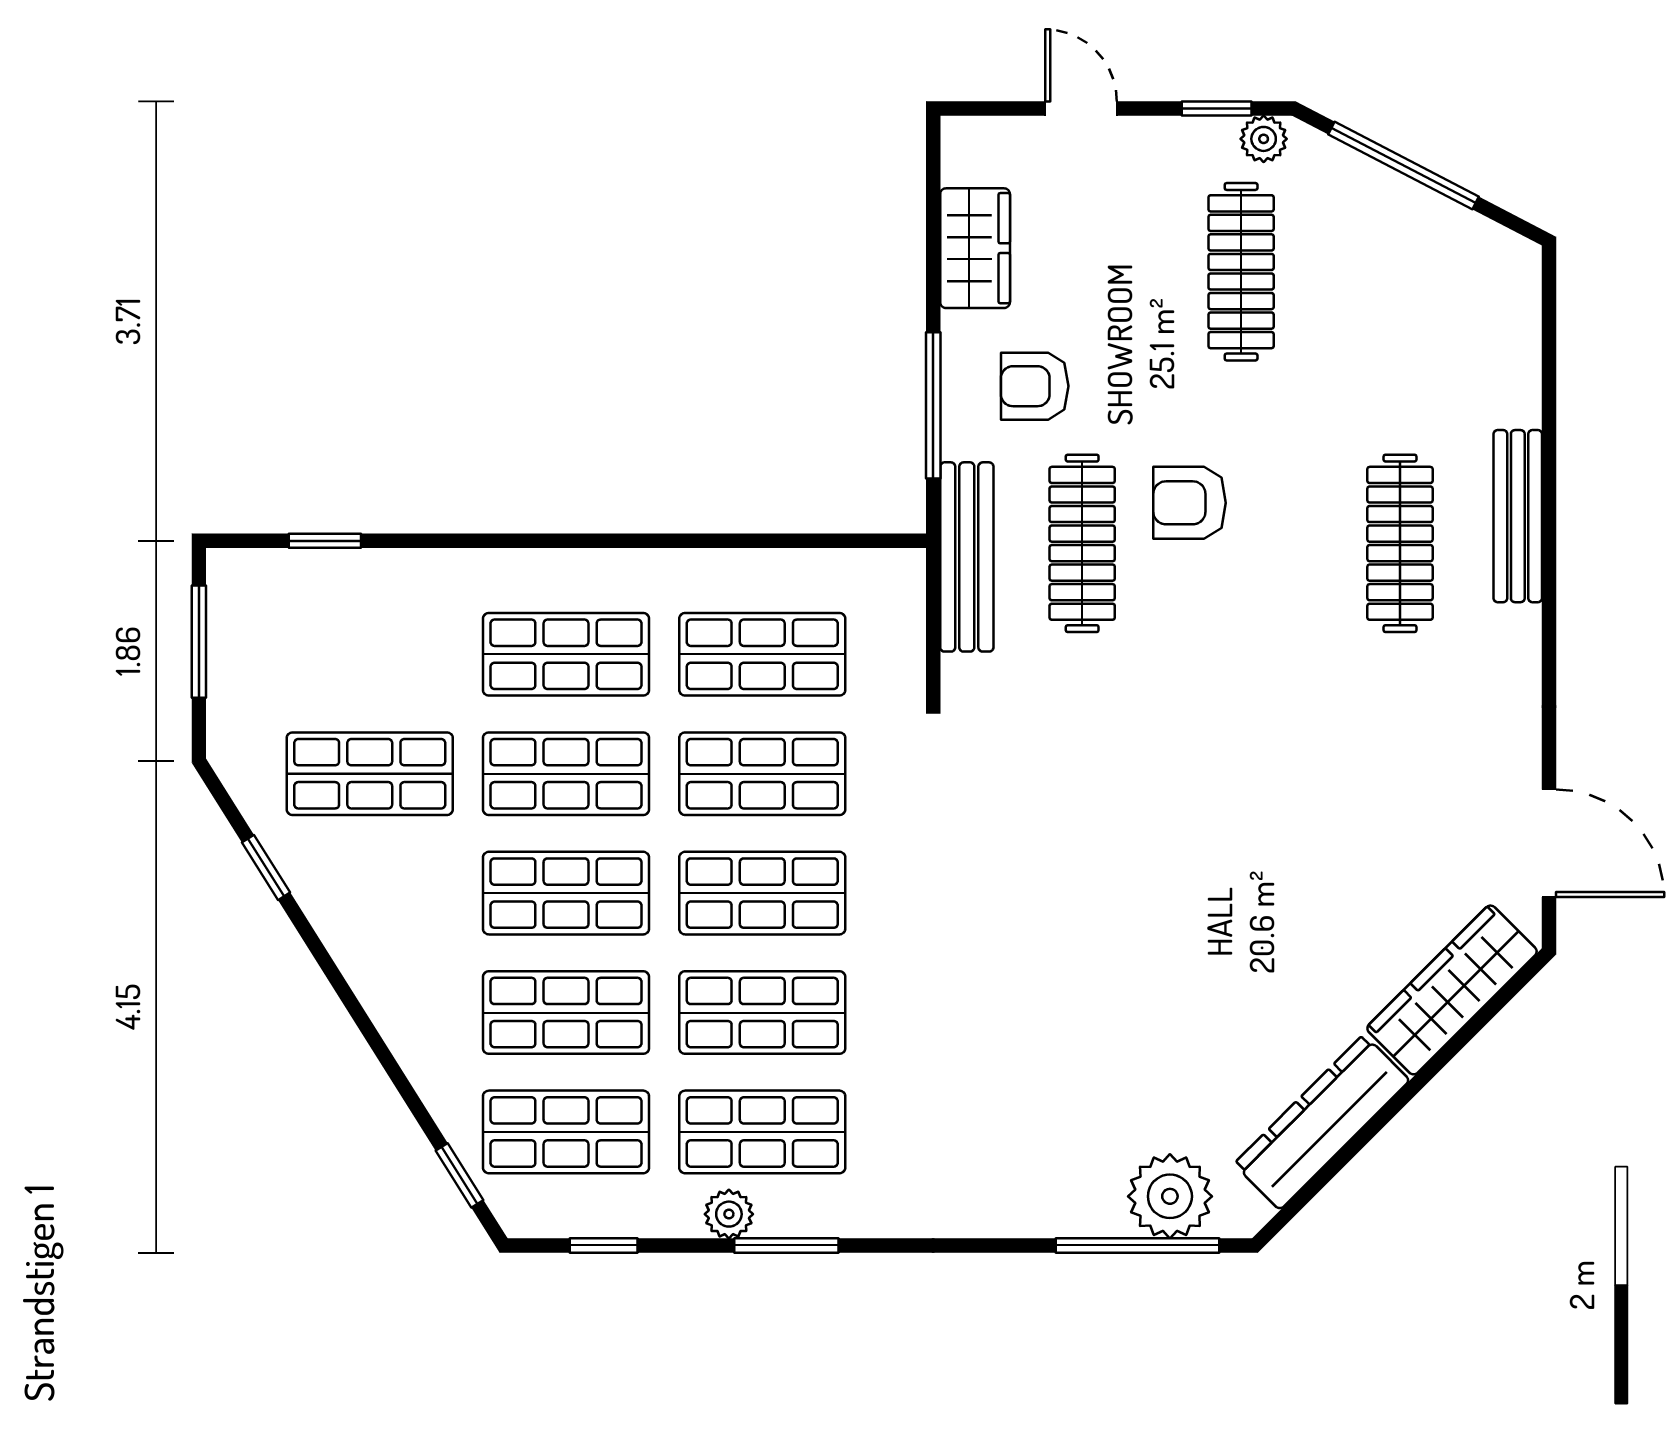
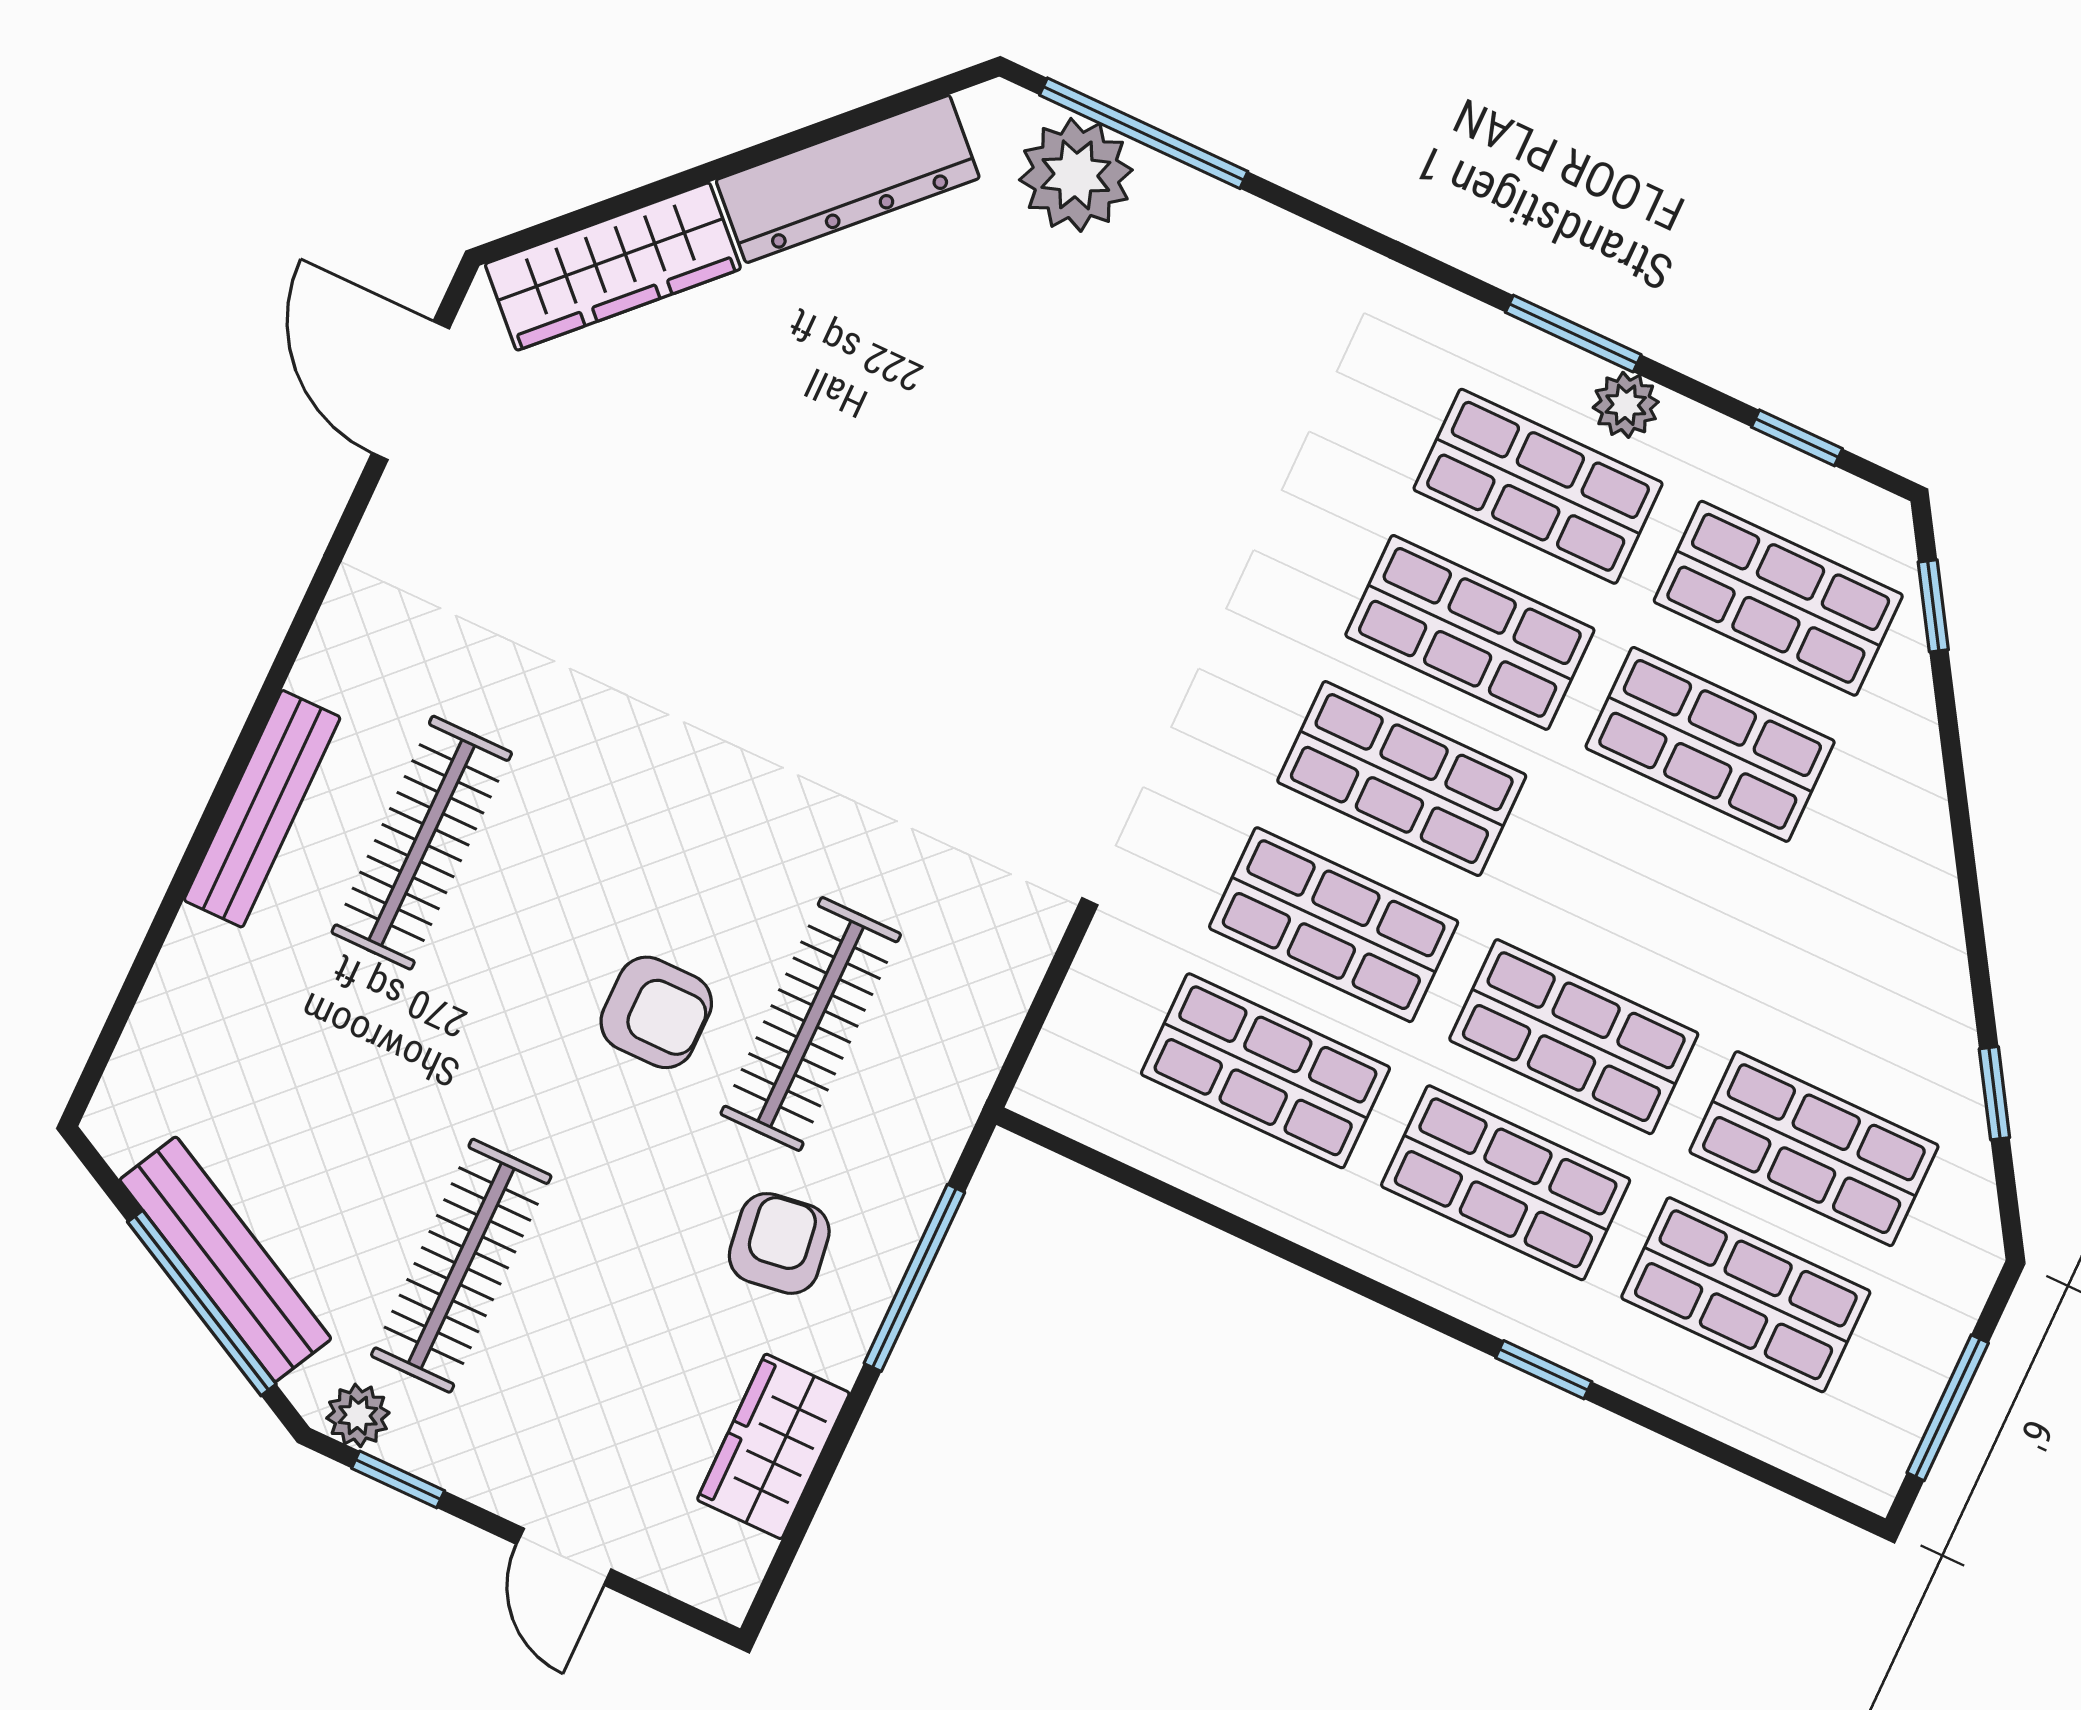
armchair: (1035, 386) -> (779, 1243), turned -98
window: (325, 541) -> (1544, 1370), moved
bench: (967, 557) -> (225, 1259), moved, turned -63
shop shelf: (566, 893) -> (1746, 1295), moved

